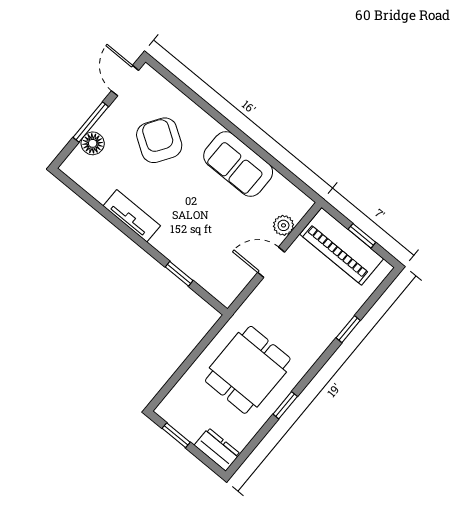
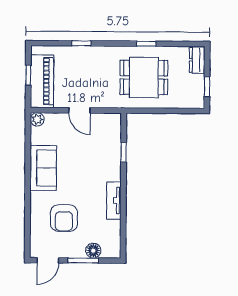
armchair: (159, 140) -> (64, 218), turned -33
plant: (283, 225) -> (37, 119), moved

